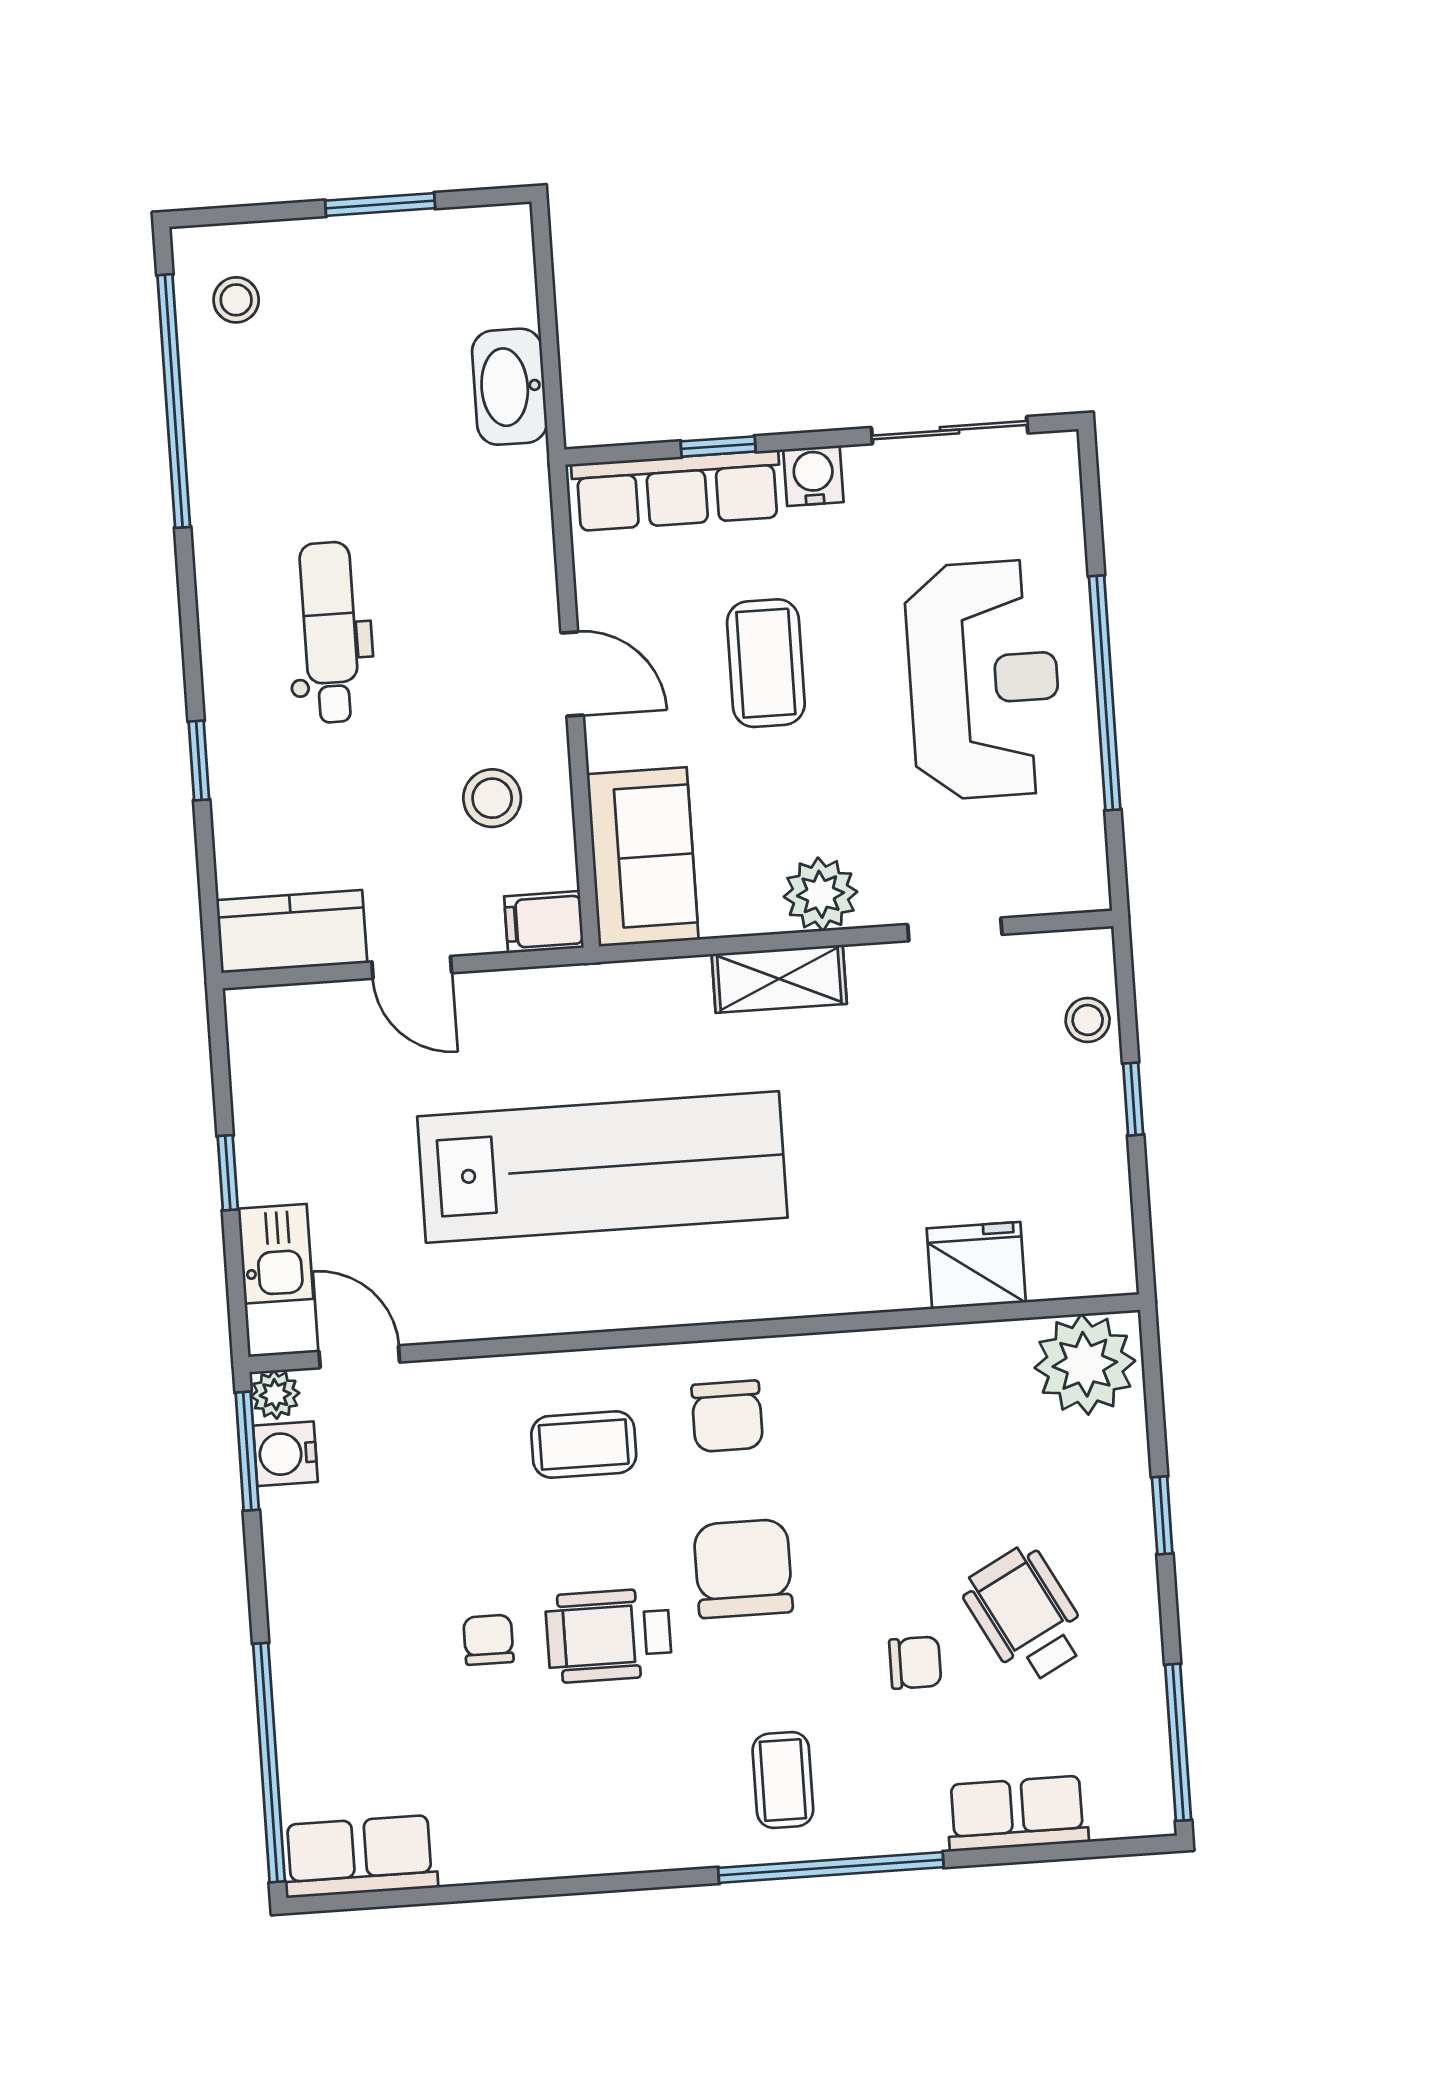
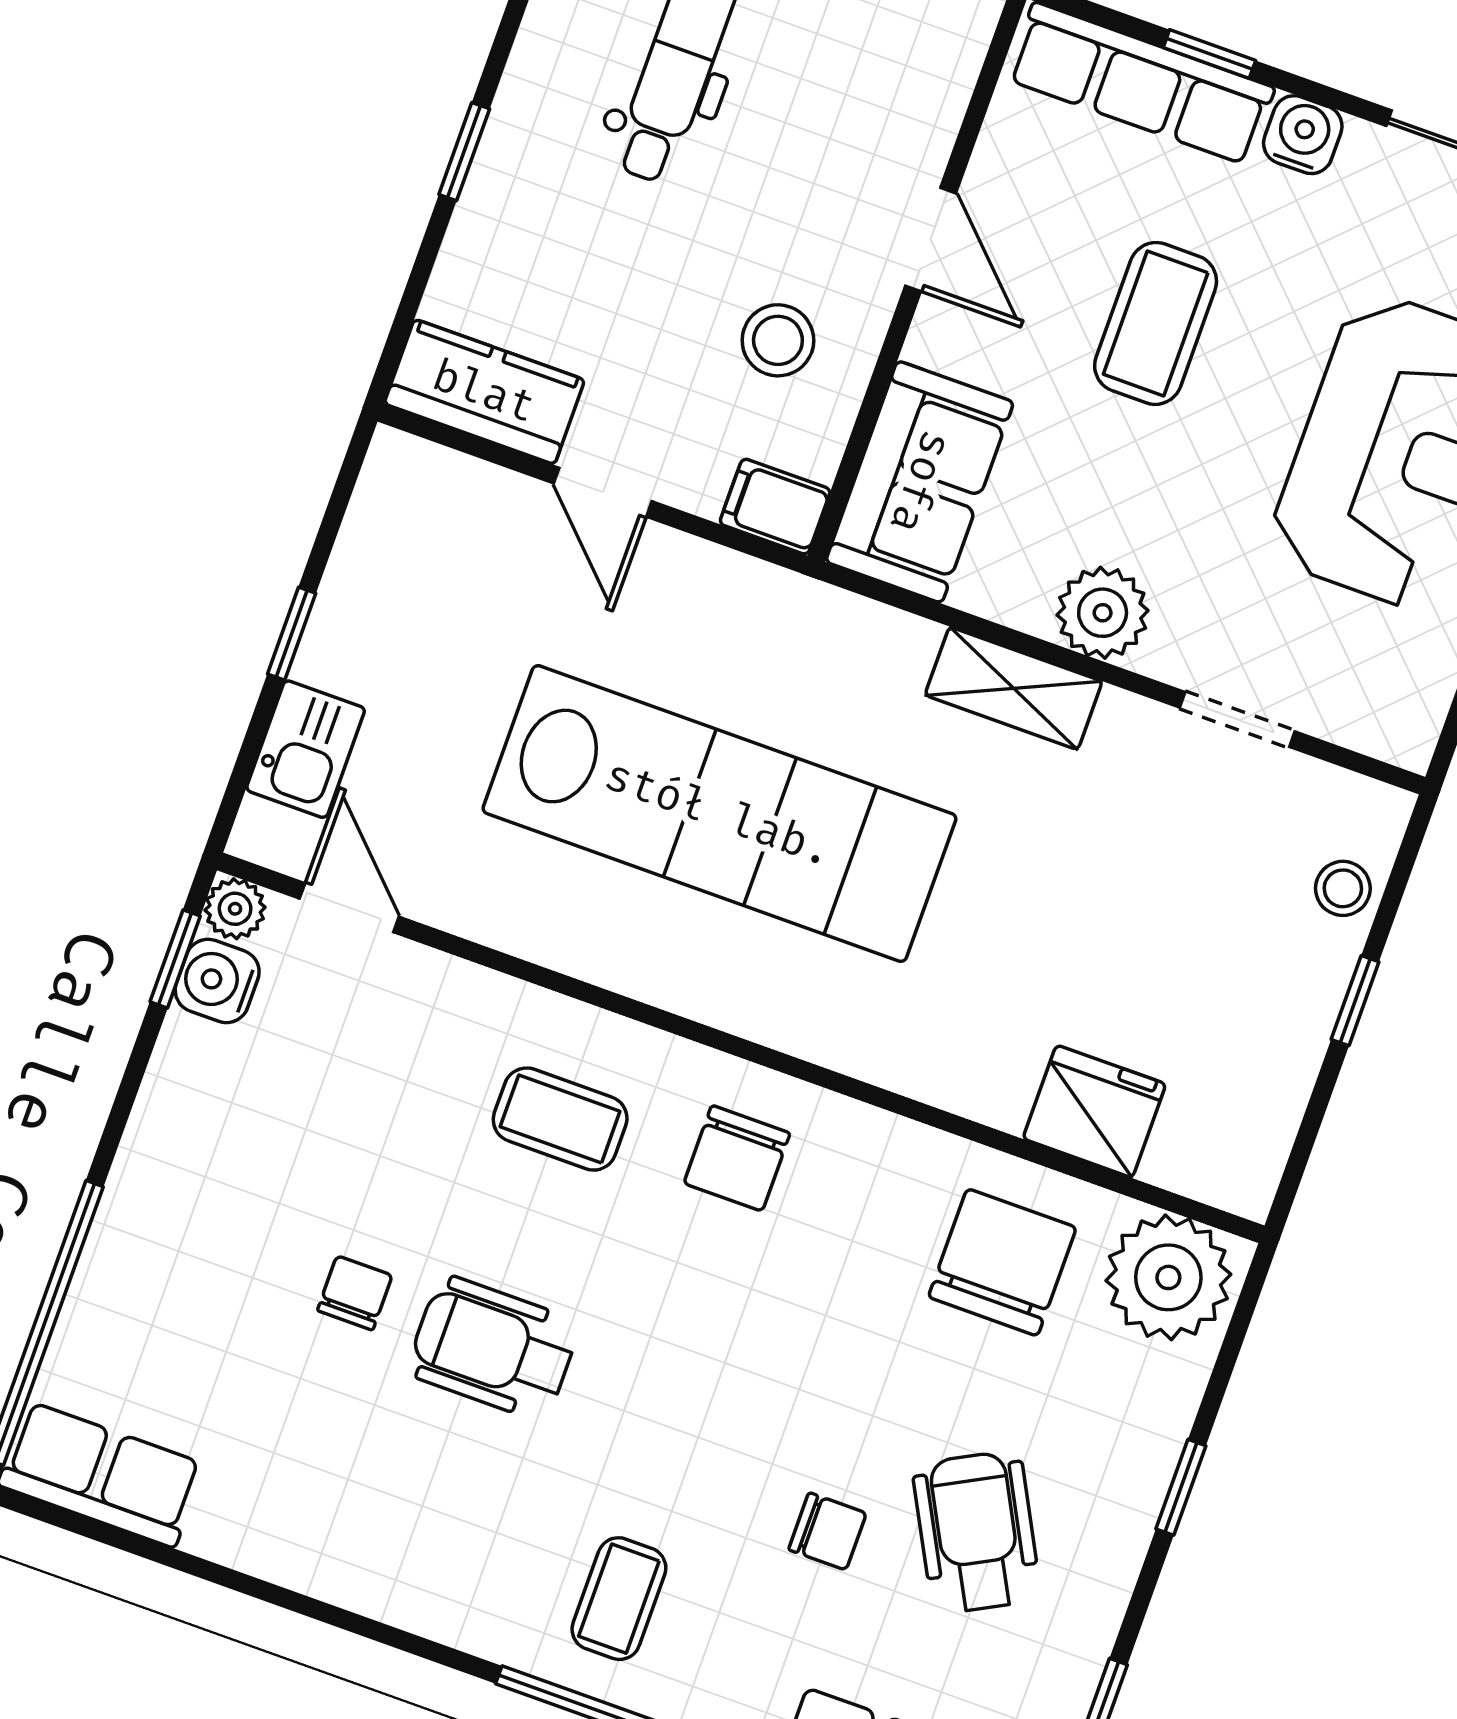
window: (247, 1451) -> (175, 959), width x0.67
chair: (743, 1569) -> (1002, 1262), moved

